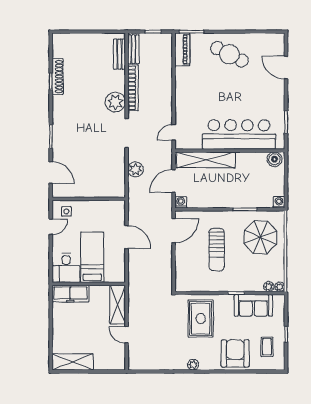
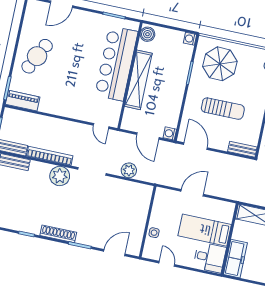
shoe rack: (58, 77) -> (58, 234), moved
shelving: (206, 160) -> (138, 80), moved
side table: (66, 211) -> (154, 233), moved
bench: (180, 278) -> (242, 149), added

